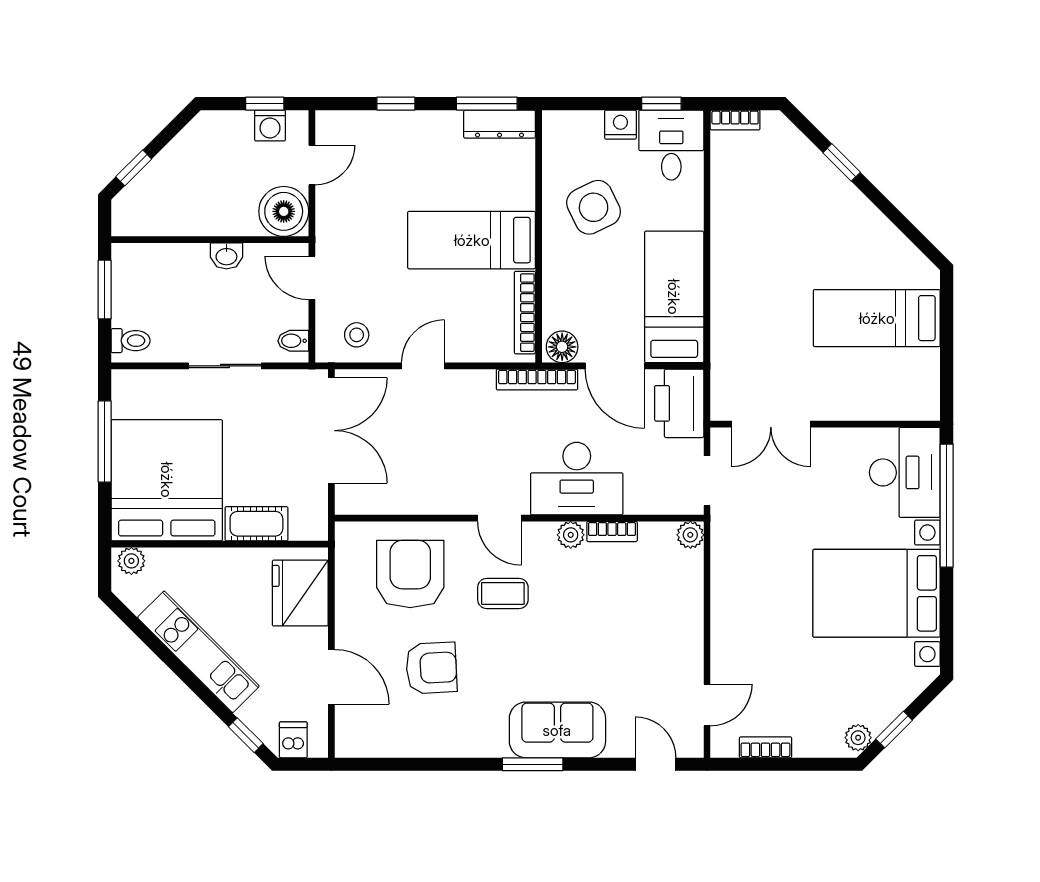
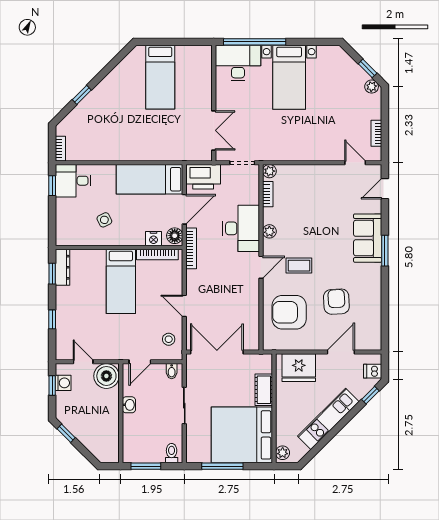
window: (487, 104) -> (52, 274), width x0.67
nightstand: (620, 125) -> (153, 239), moved, turned -90
window: (134, 168) -> (66, 433), moved
side table: (594, 207) -> (104, 220), width x0.54, depth x0.54
bookcase: (612, 531) -> (268, 194), moved
coffee table: (503, 593) -> (299, 266), turned 90
bed with nightstands: (877, 593) -> (289, 77), width x0.73

